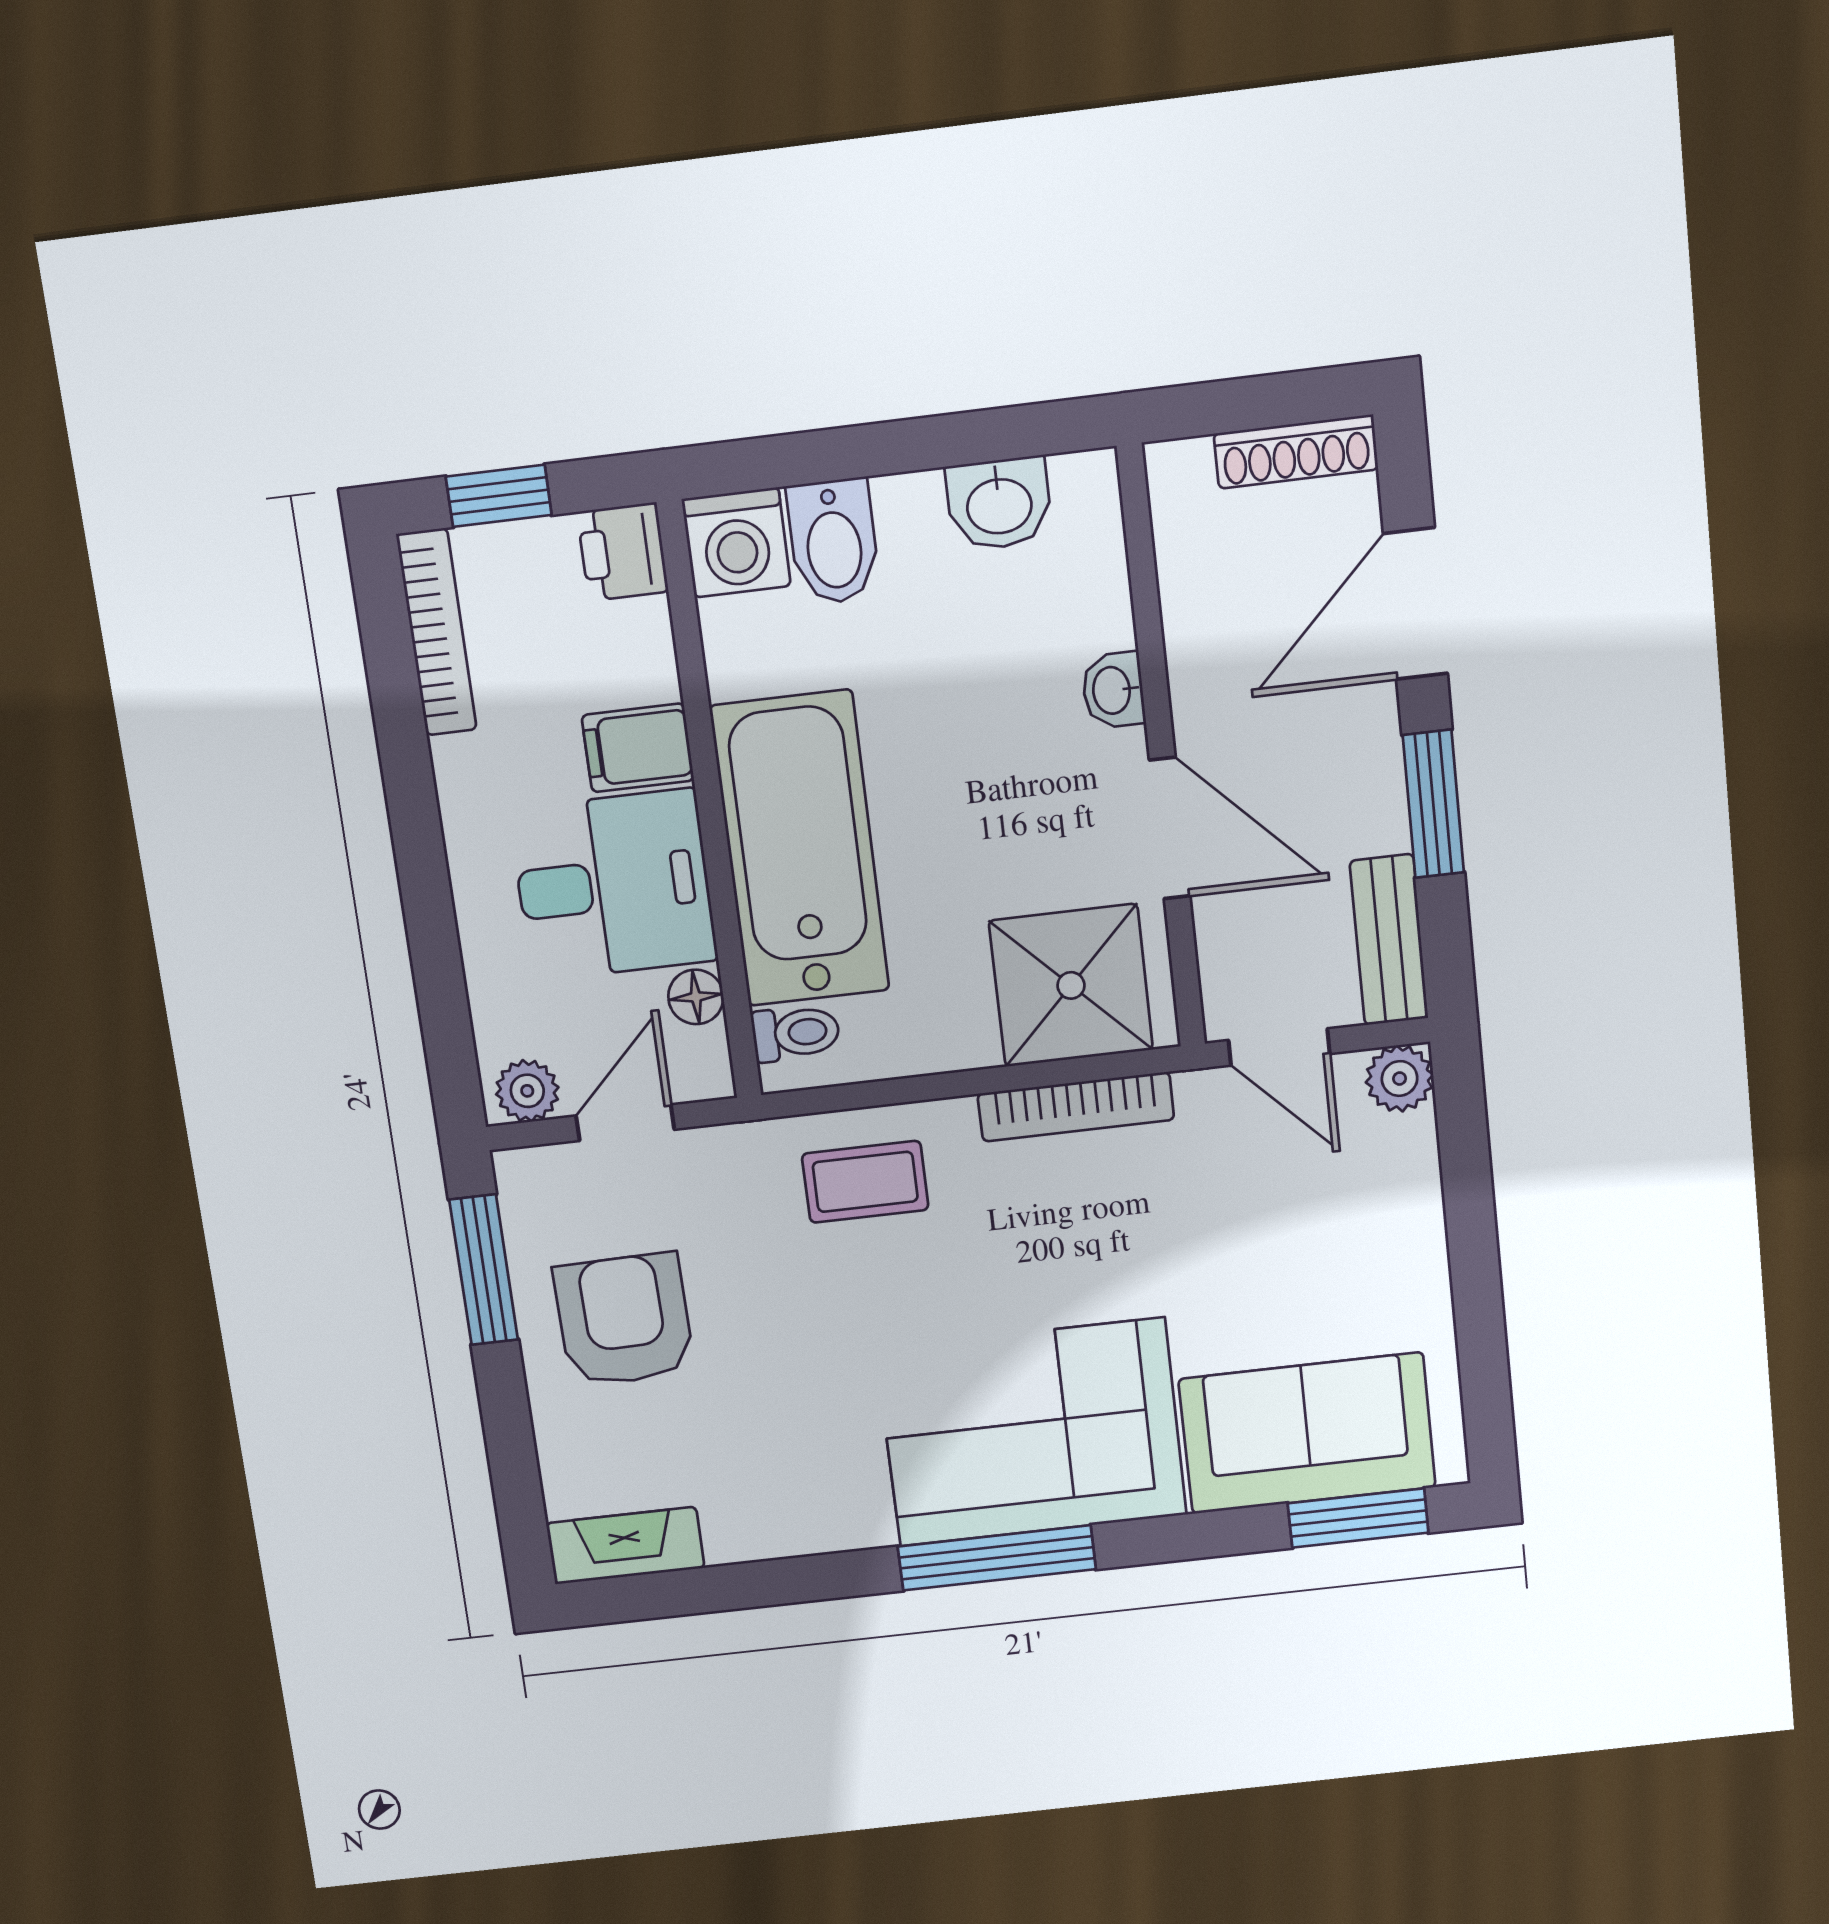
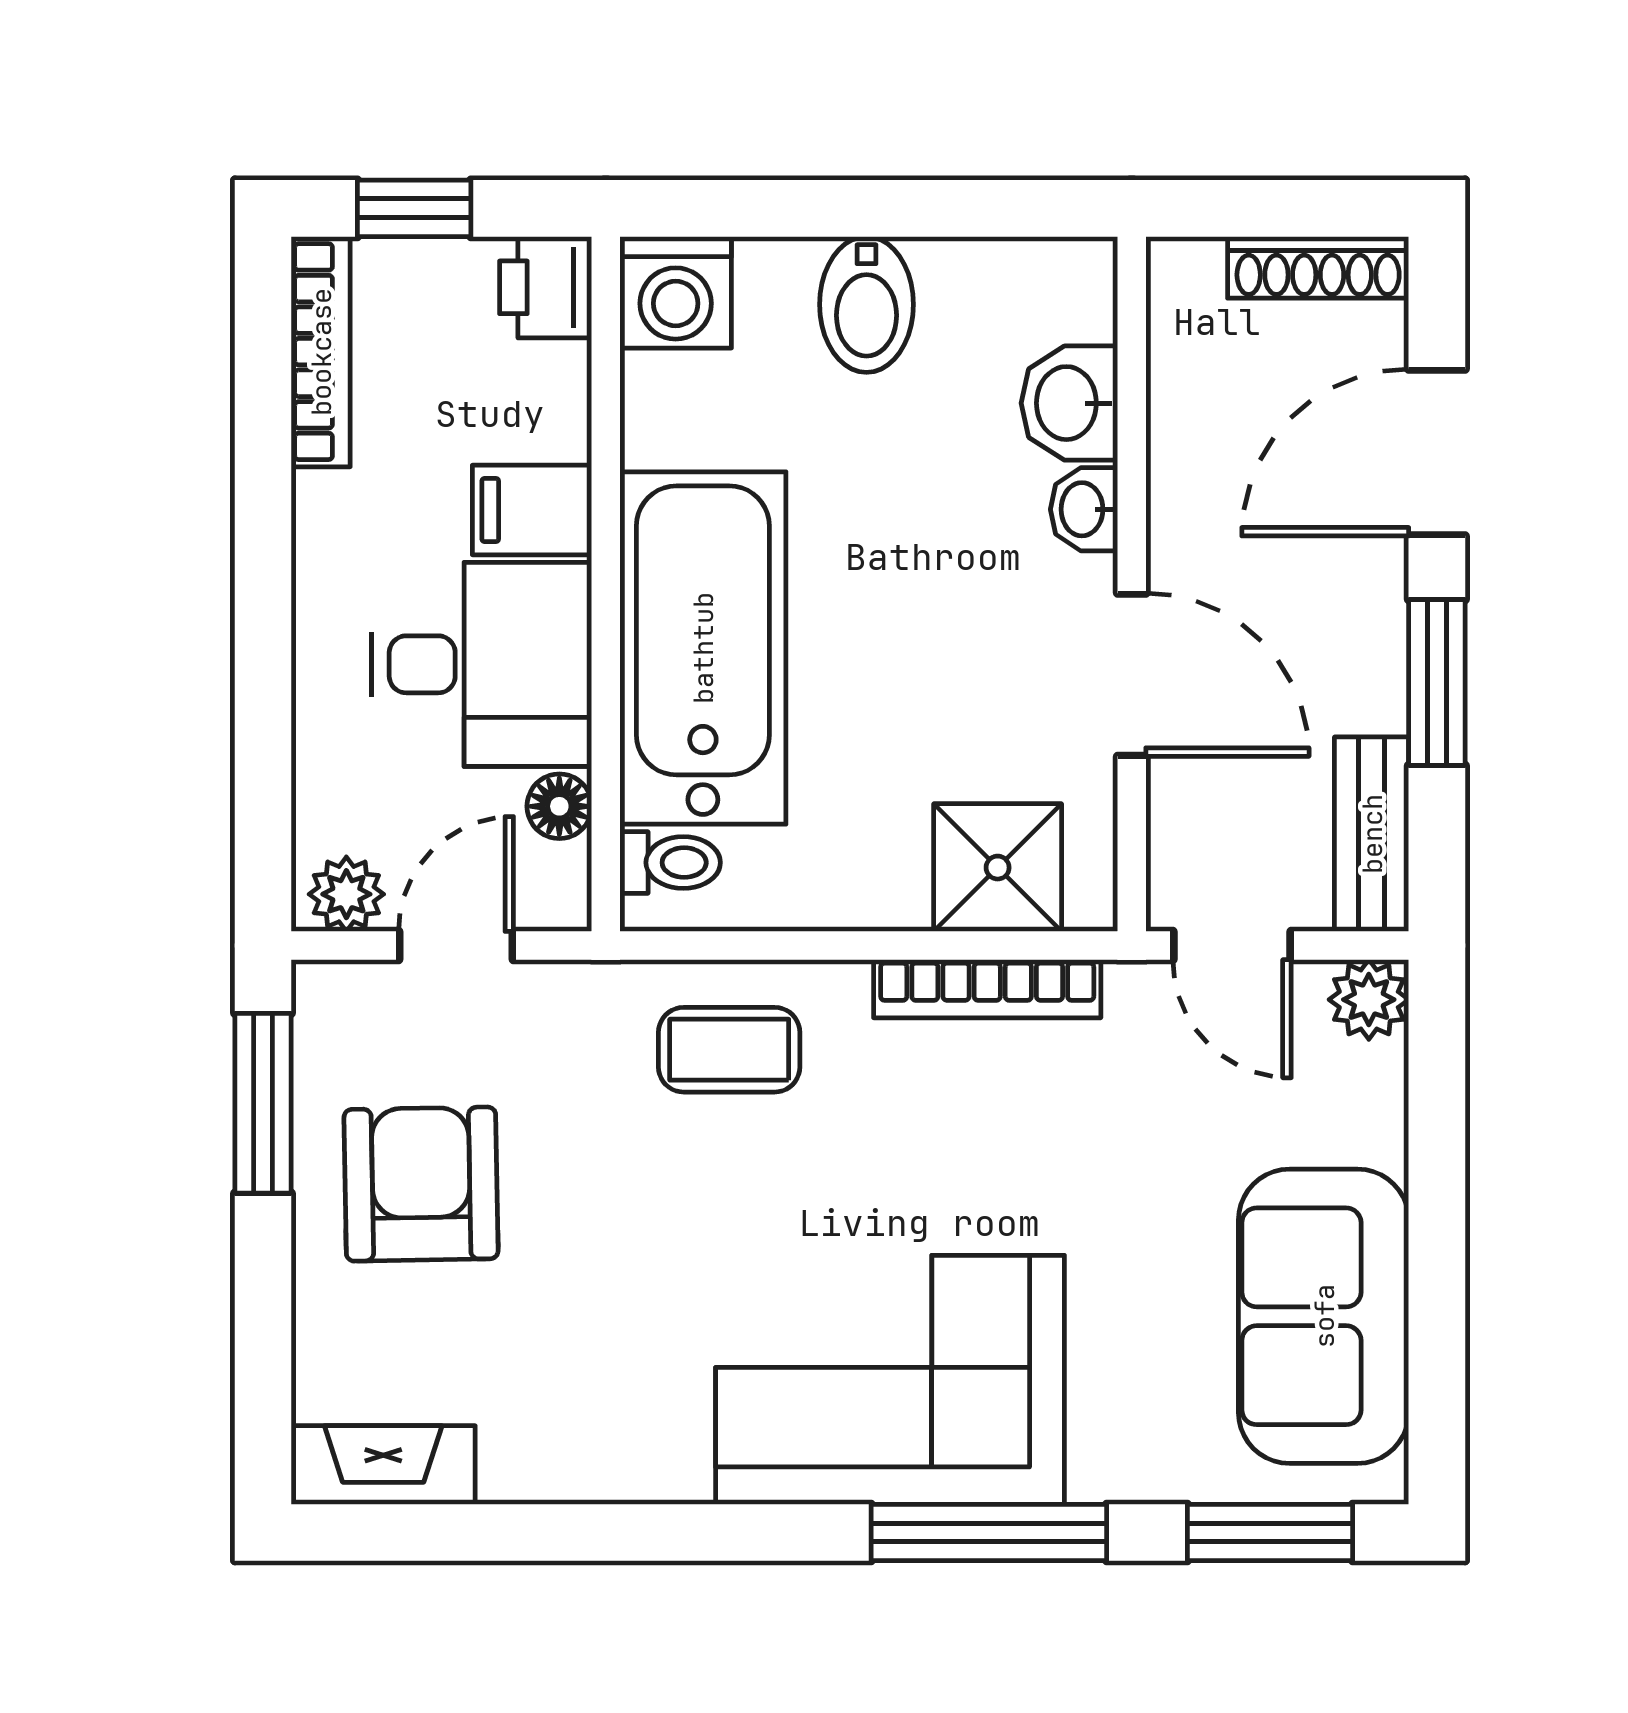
washbasin: (999, 504) -> (1069, 403), moved, turned 90
bidet: (833, 542) -> (866, 304), moved
shower: (1071, 985) -> (998, 868), width x0.73, depth x0.73
sofa: (1307, 1433) -> (1324, 1316), moved, turned -90
window: (997, 1558) -> (989, 1532), moved

